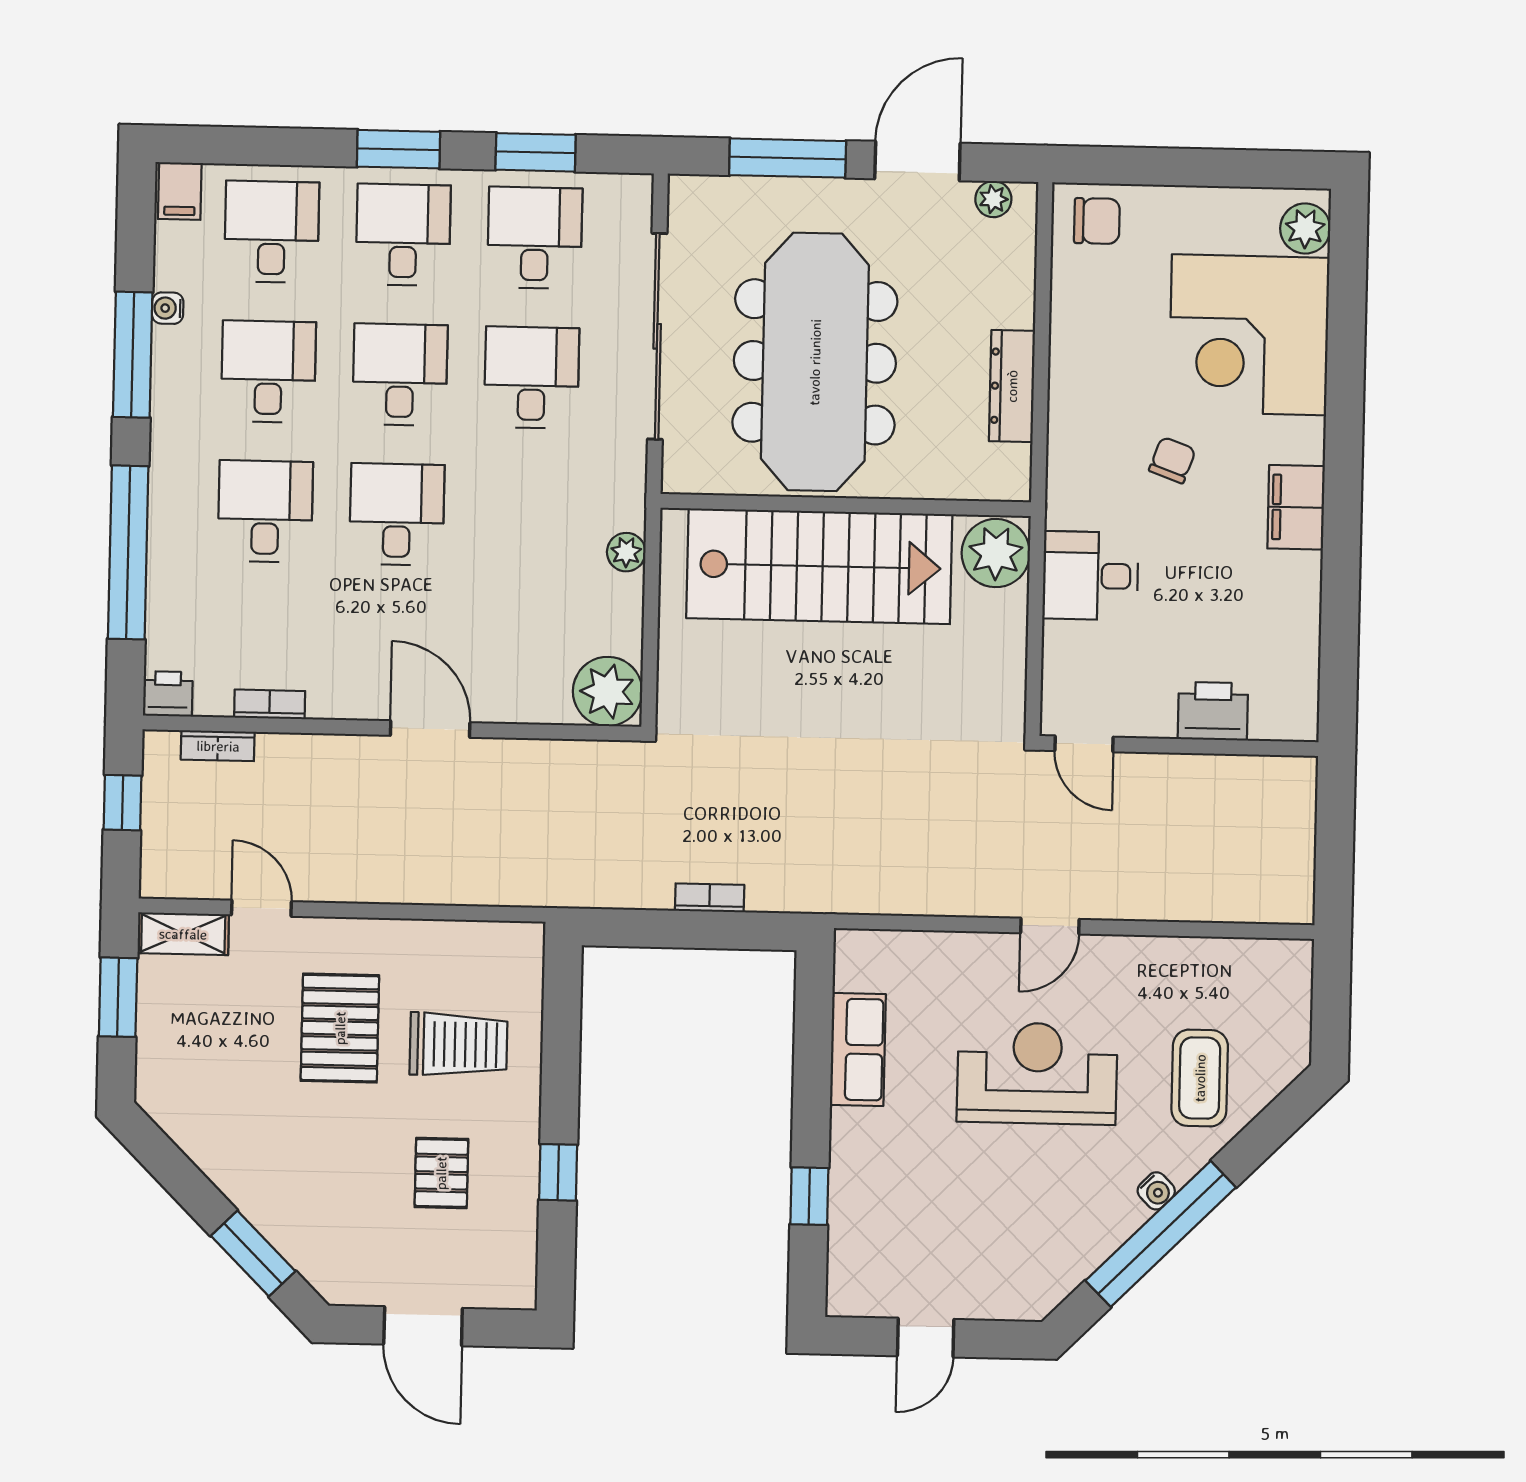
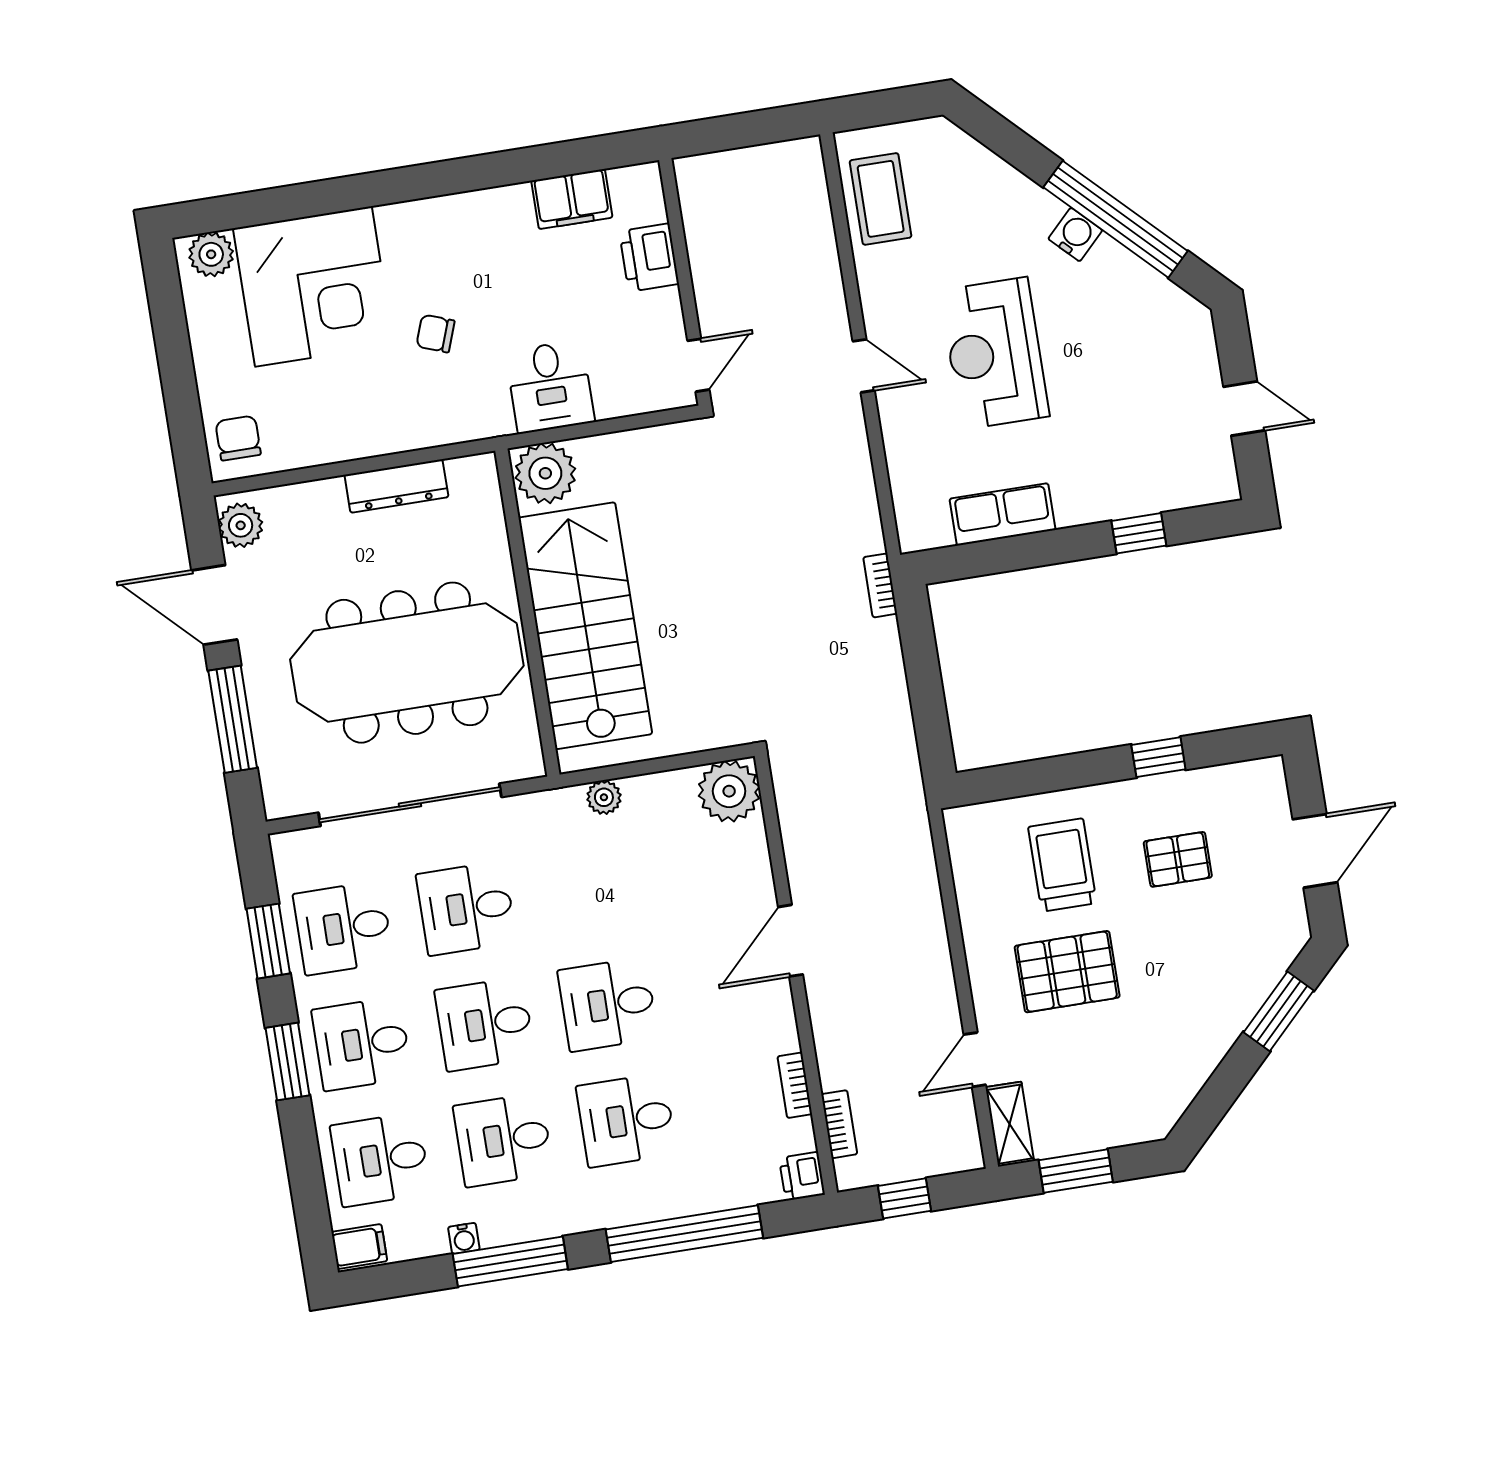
plant: (993, 199) -> (241, 525), width x1.38, depth x1.38
filing cabinet: (1296, 507) -> (572, 199), moved
bookcase: (710, 898) -> (880, 585), moved
coffee table: (1200, 1078) -> (881, 199), moved, turned 90
water cooler: (1156, 1191) -> (1075, 234), width x1.38, depth x1.38

